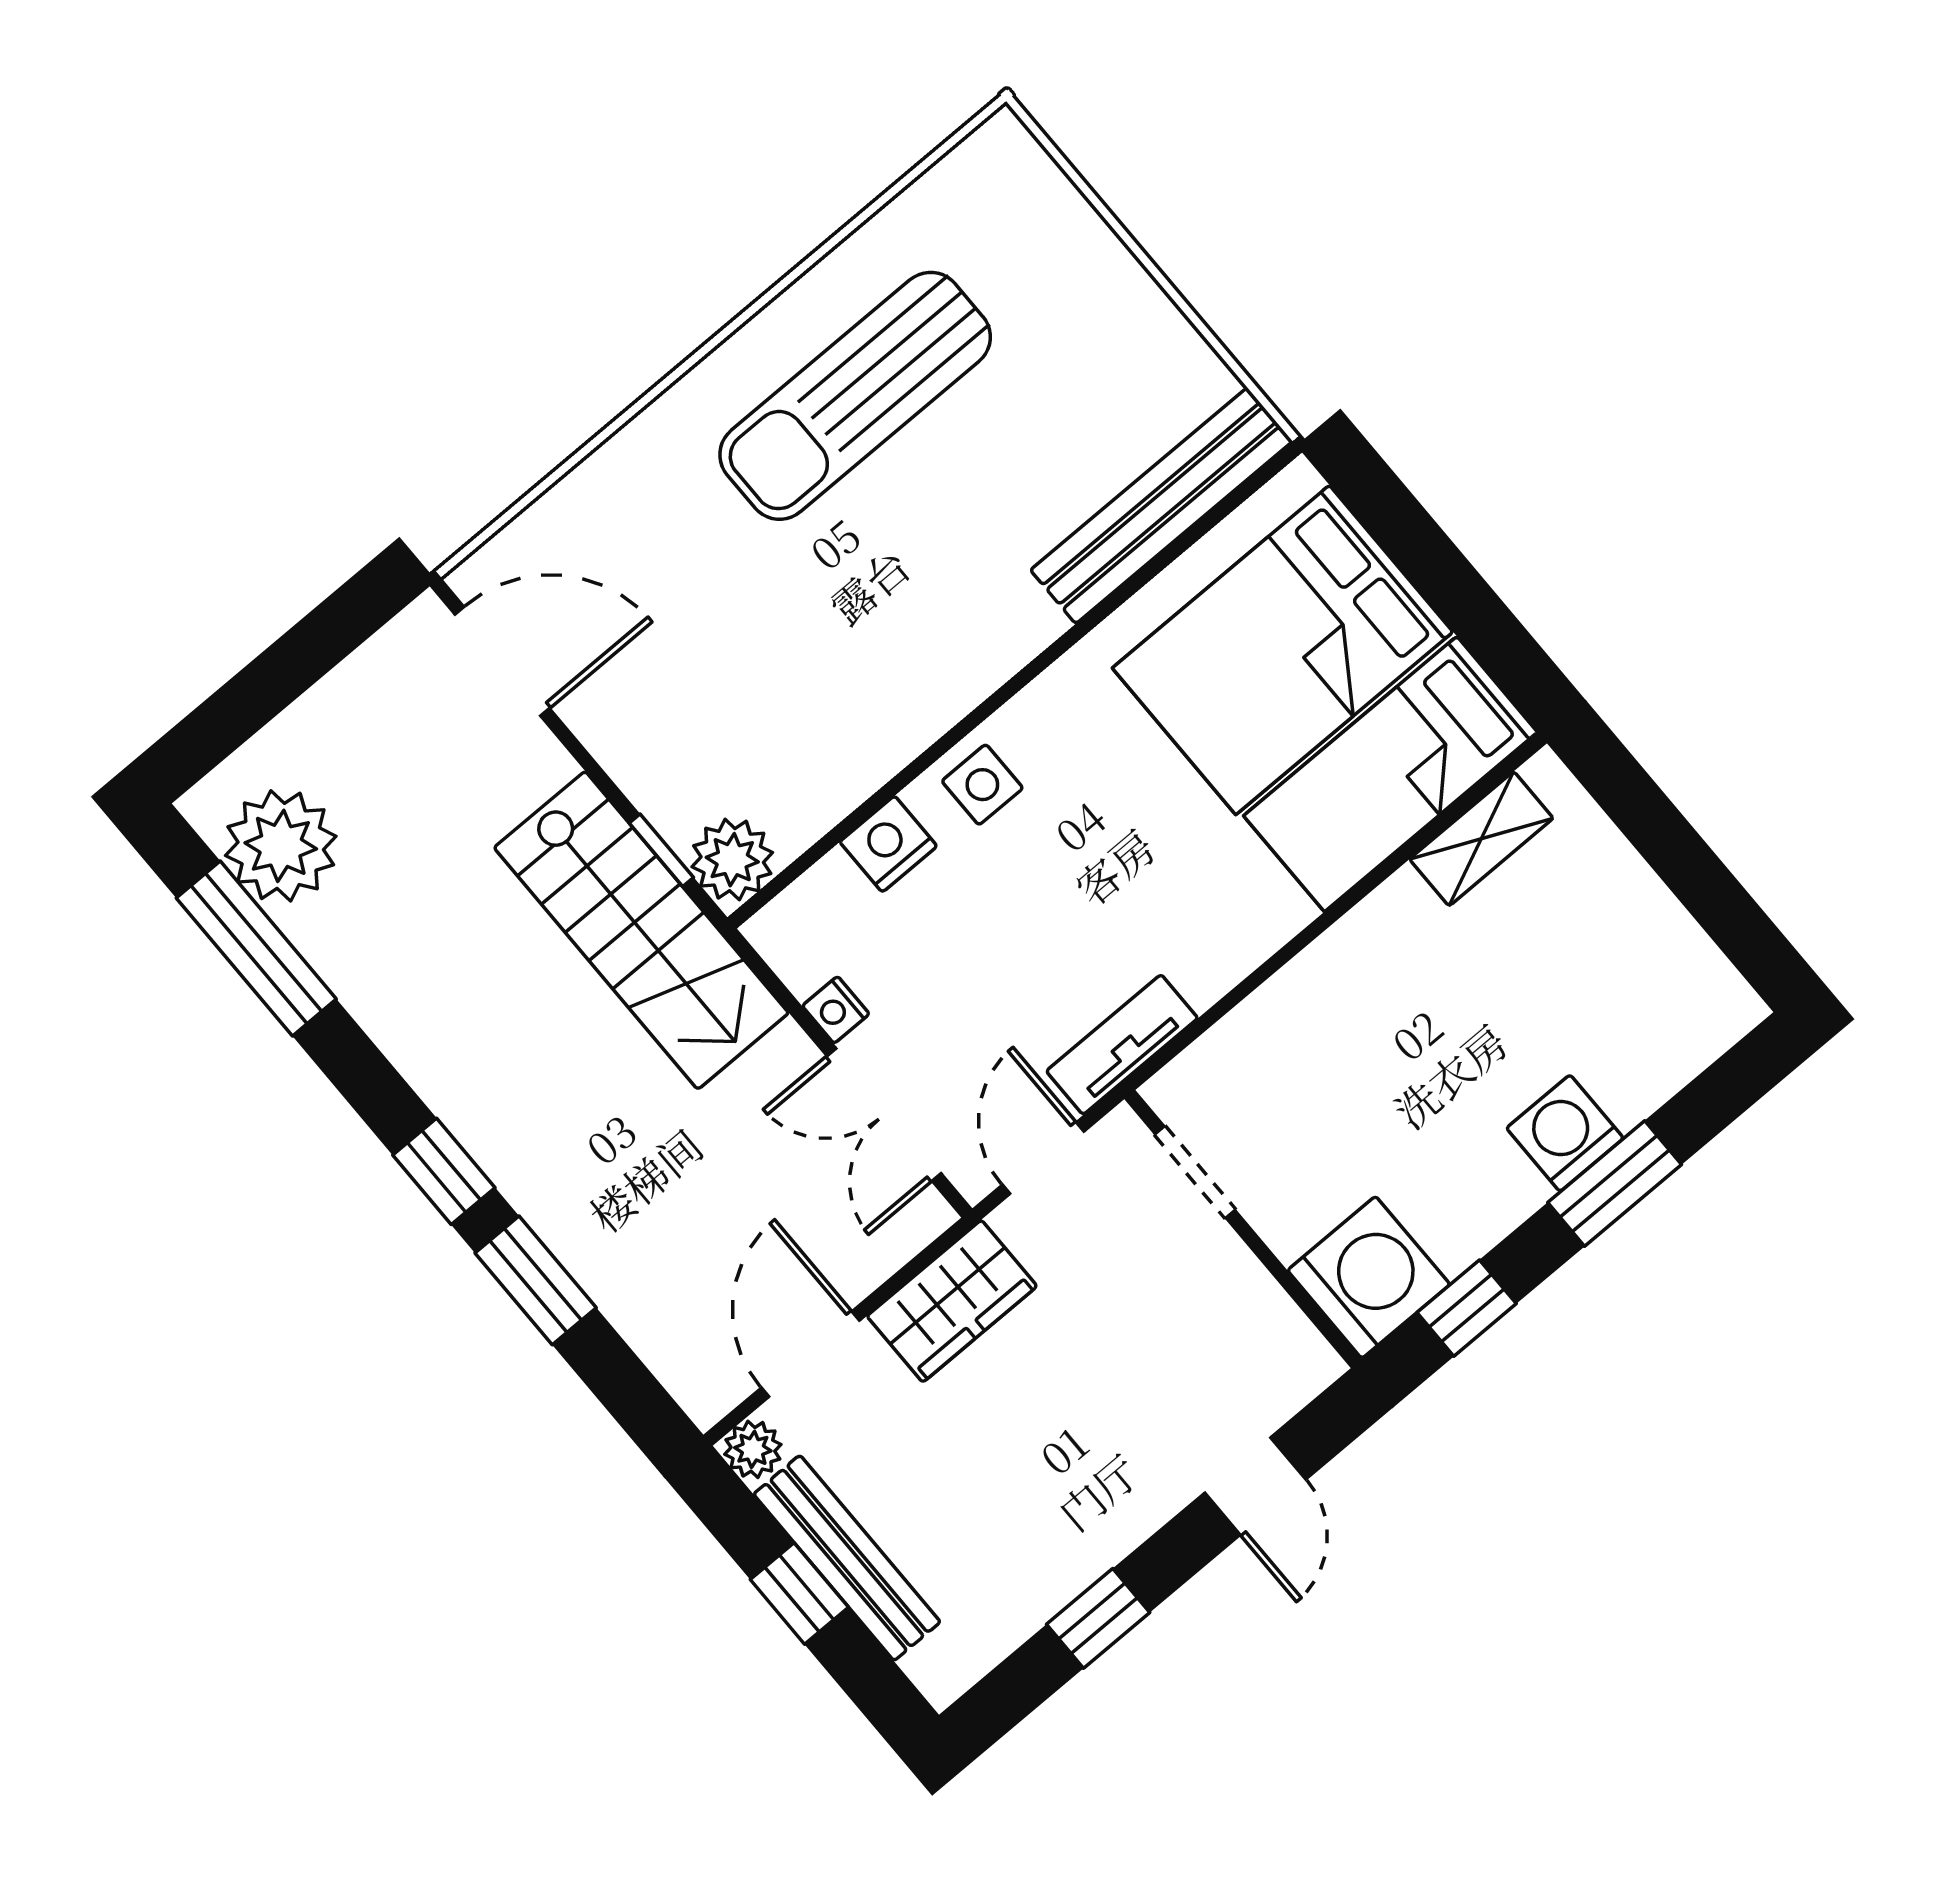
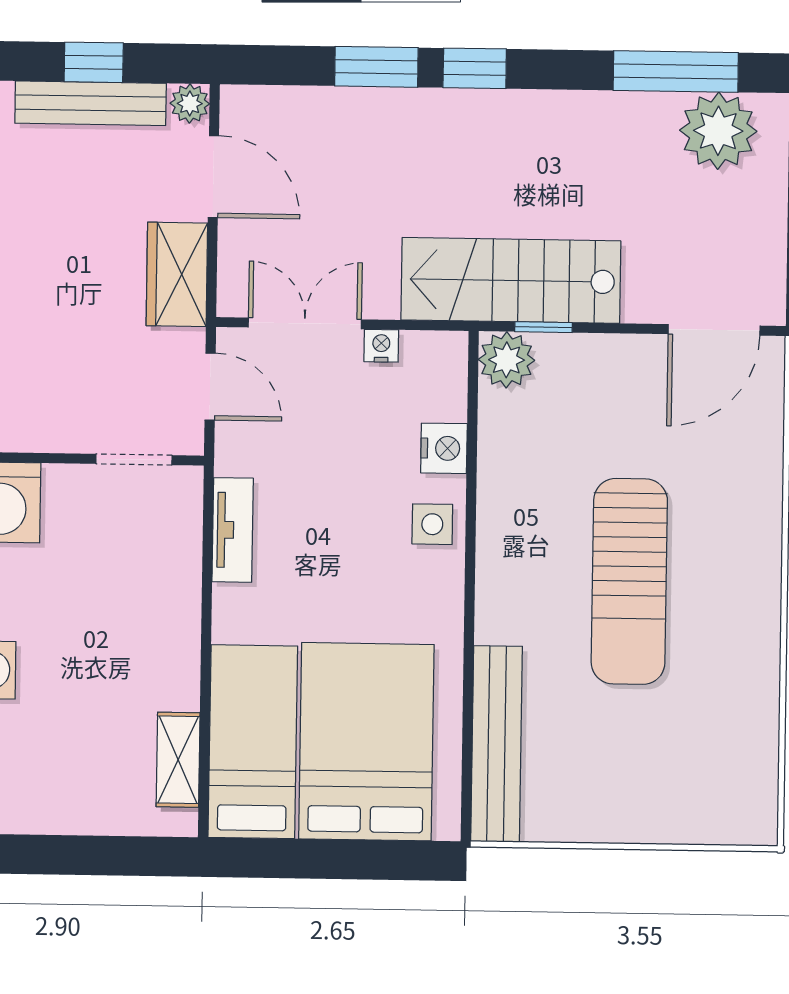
sun lounger: (855, 396) -> (629, 581), moved, turned 180
tv unit: (1122, 1045) -> (233, 530), moved

